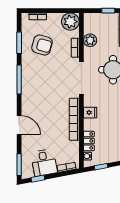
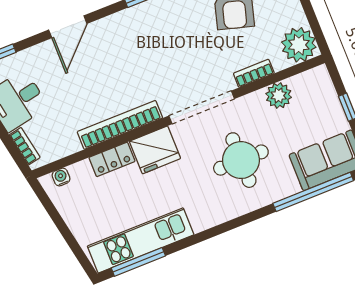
fridge: (90, 113) -> (155, 150), width x1.88, depth x1.34
locker: (89, 141) -> (112, 159), moved
window: (101, 167) -> (51, 210), removed

